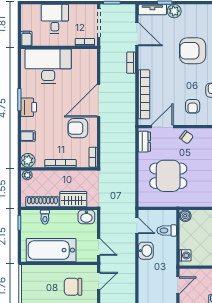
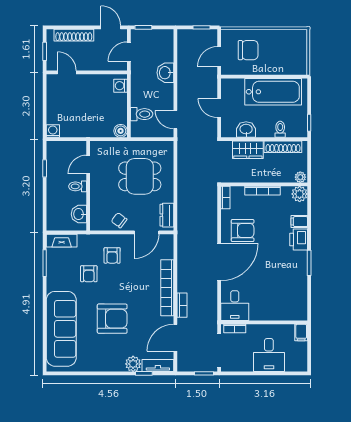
door: (137, 34) -> (175, 338), hinge flipped
desk: (48, 66) -> (235, 306), moved, width x0.53, depth x0.77
bookcase: (144, 94) -> (167, 288), moved
armchair: (193, 106) -> (112, 255), turned 180
printer: (29, 107) -> (299, 239), moved
washbasin: (86, 217) -> (246, 130), moved
door: (99, 247) -> (219, 108), moved
washbasin: (146, 251) -> (165, 73), moved

